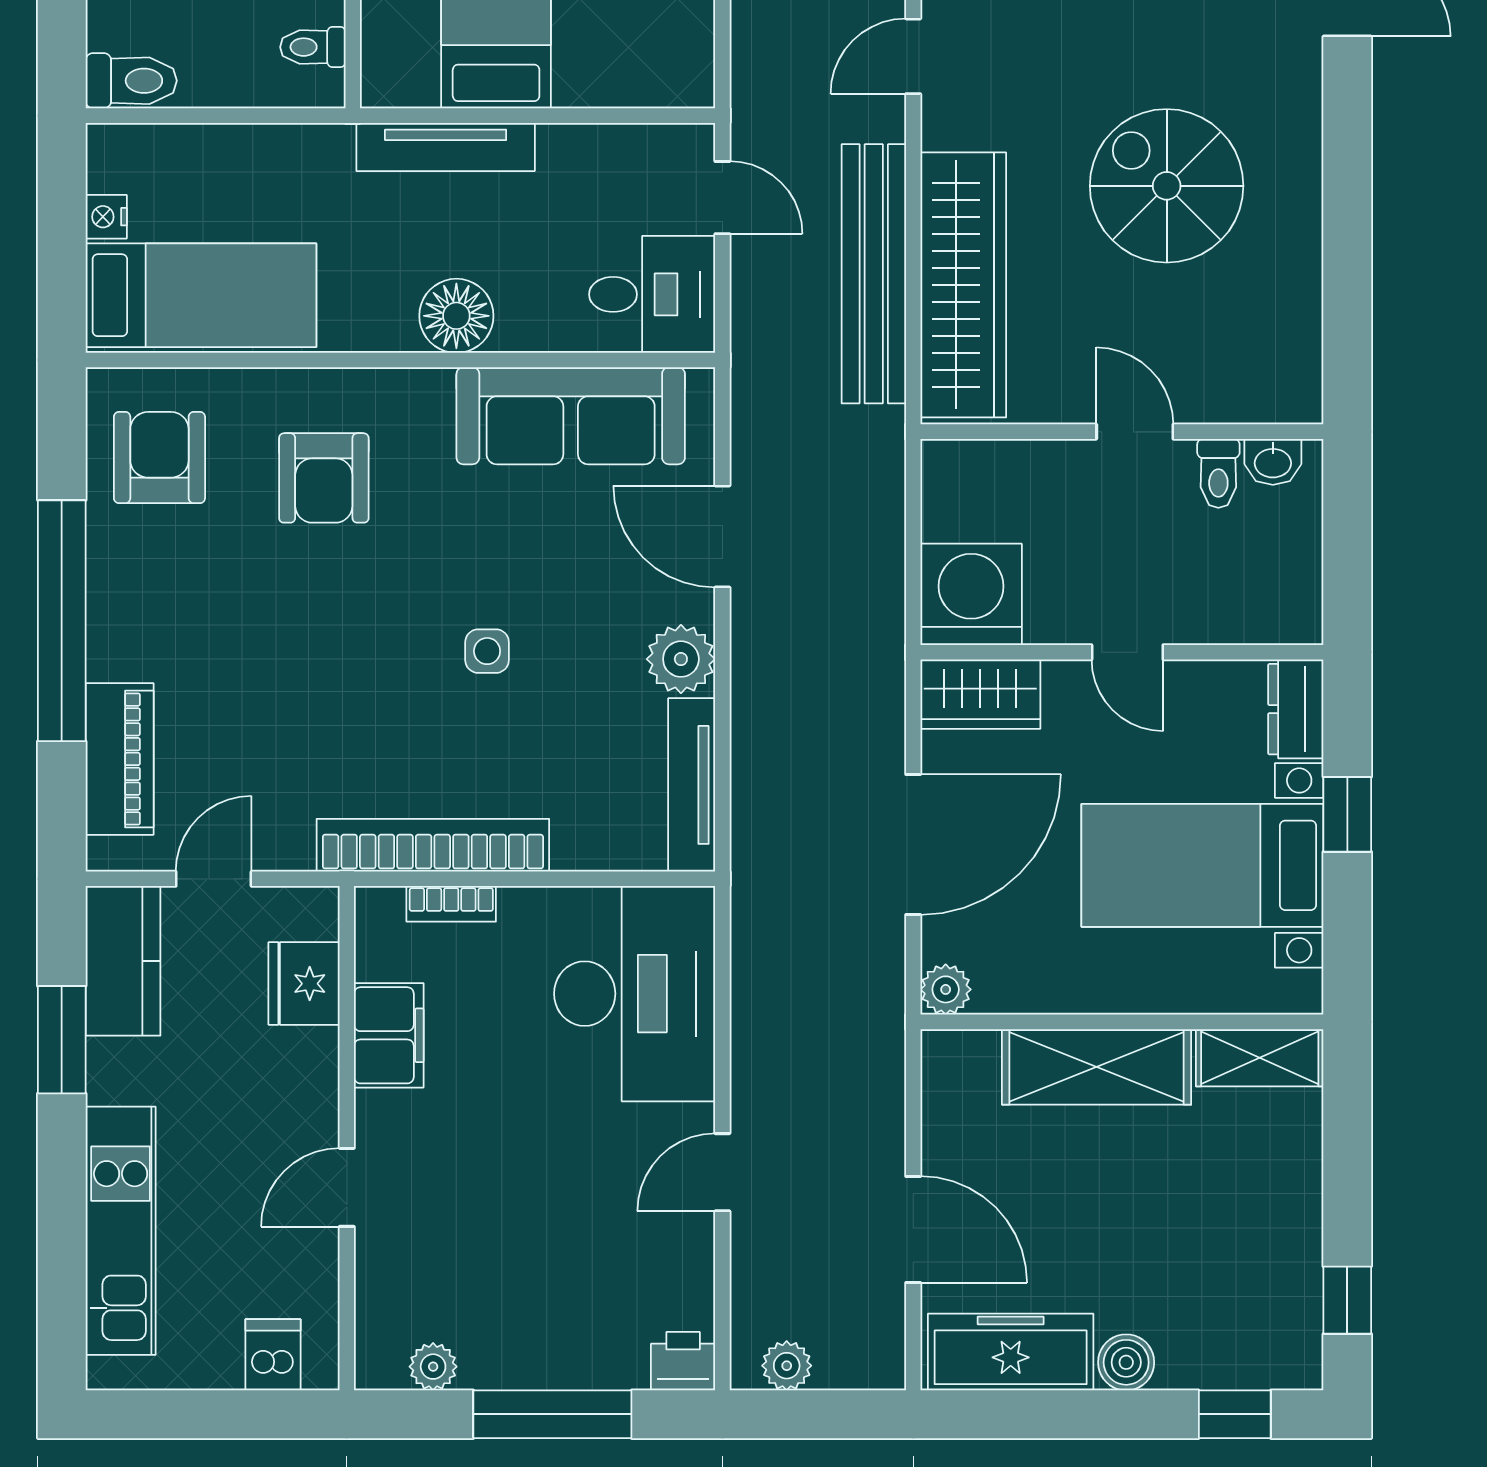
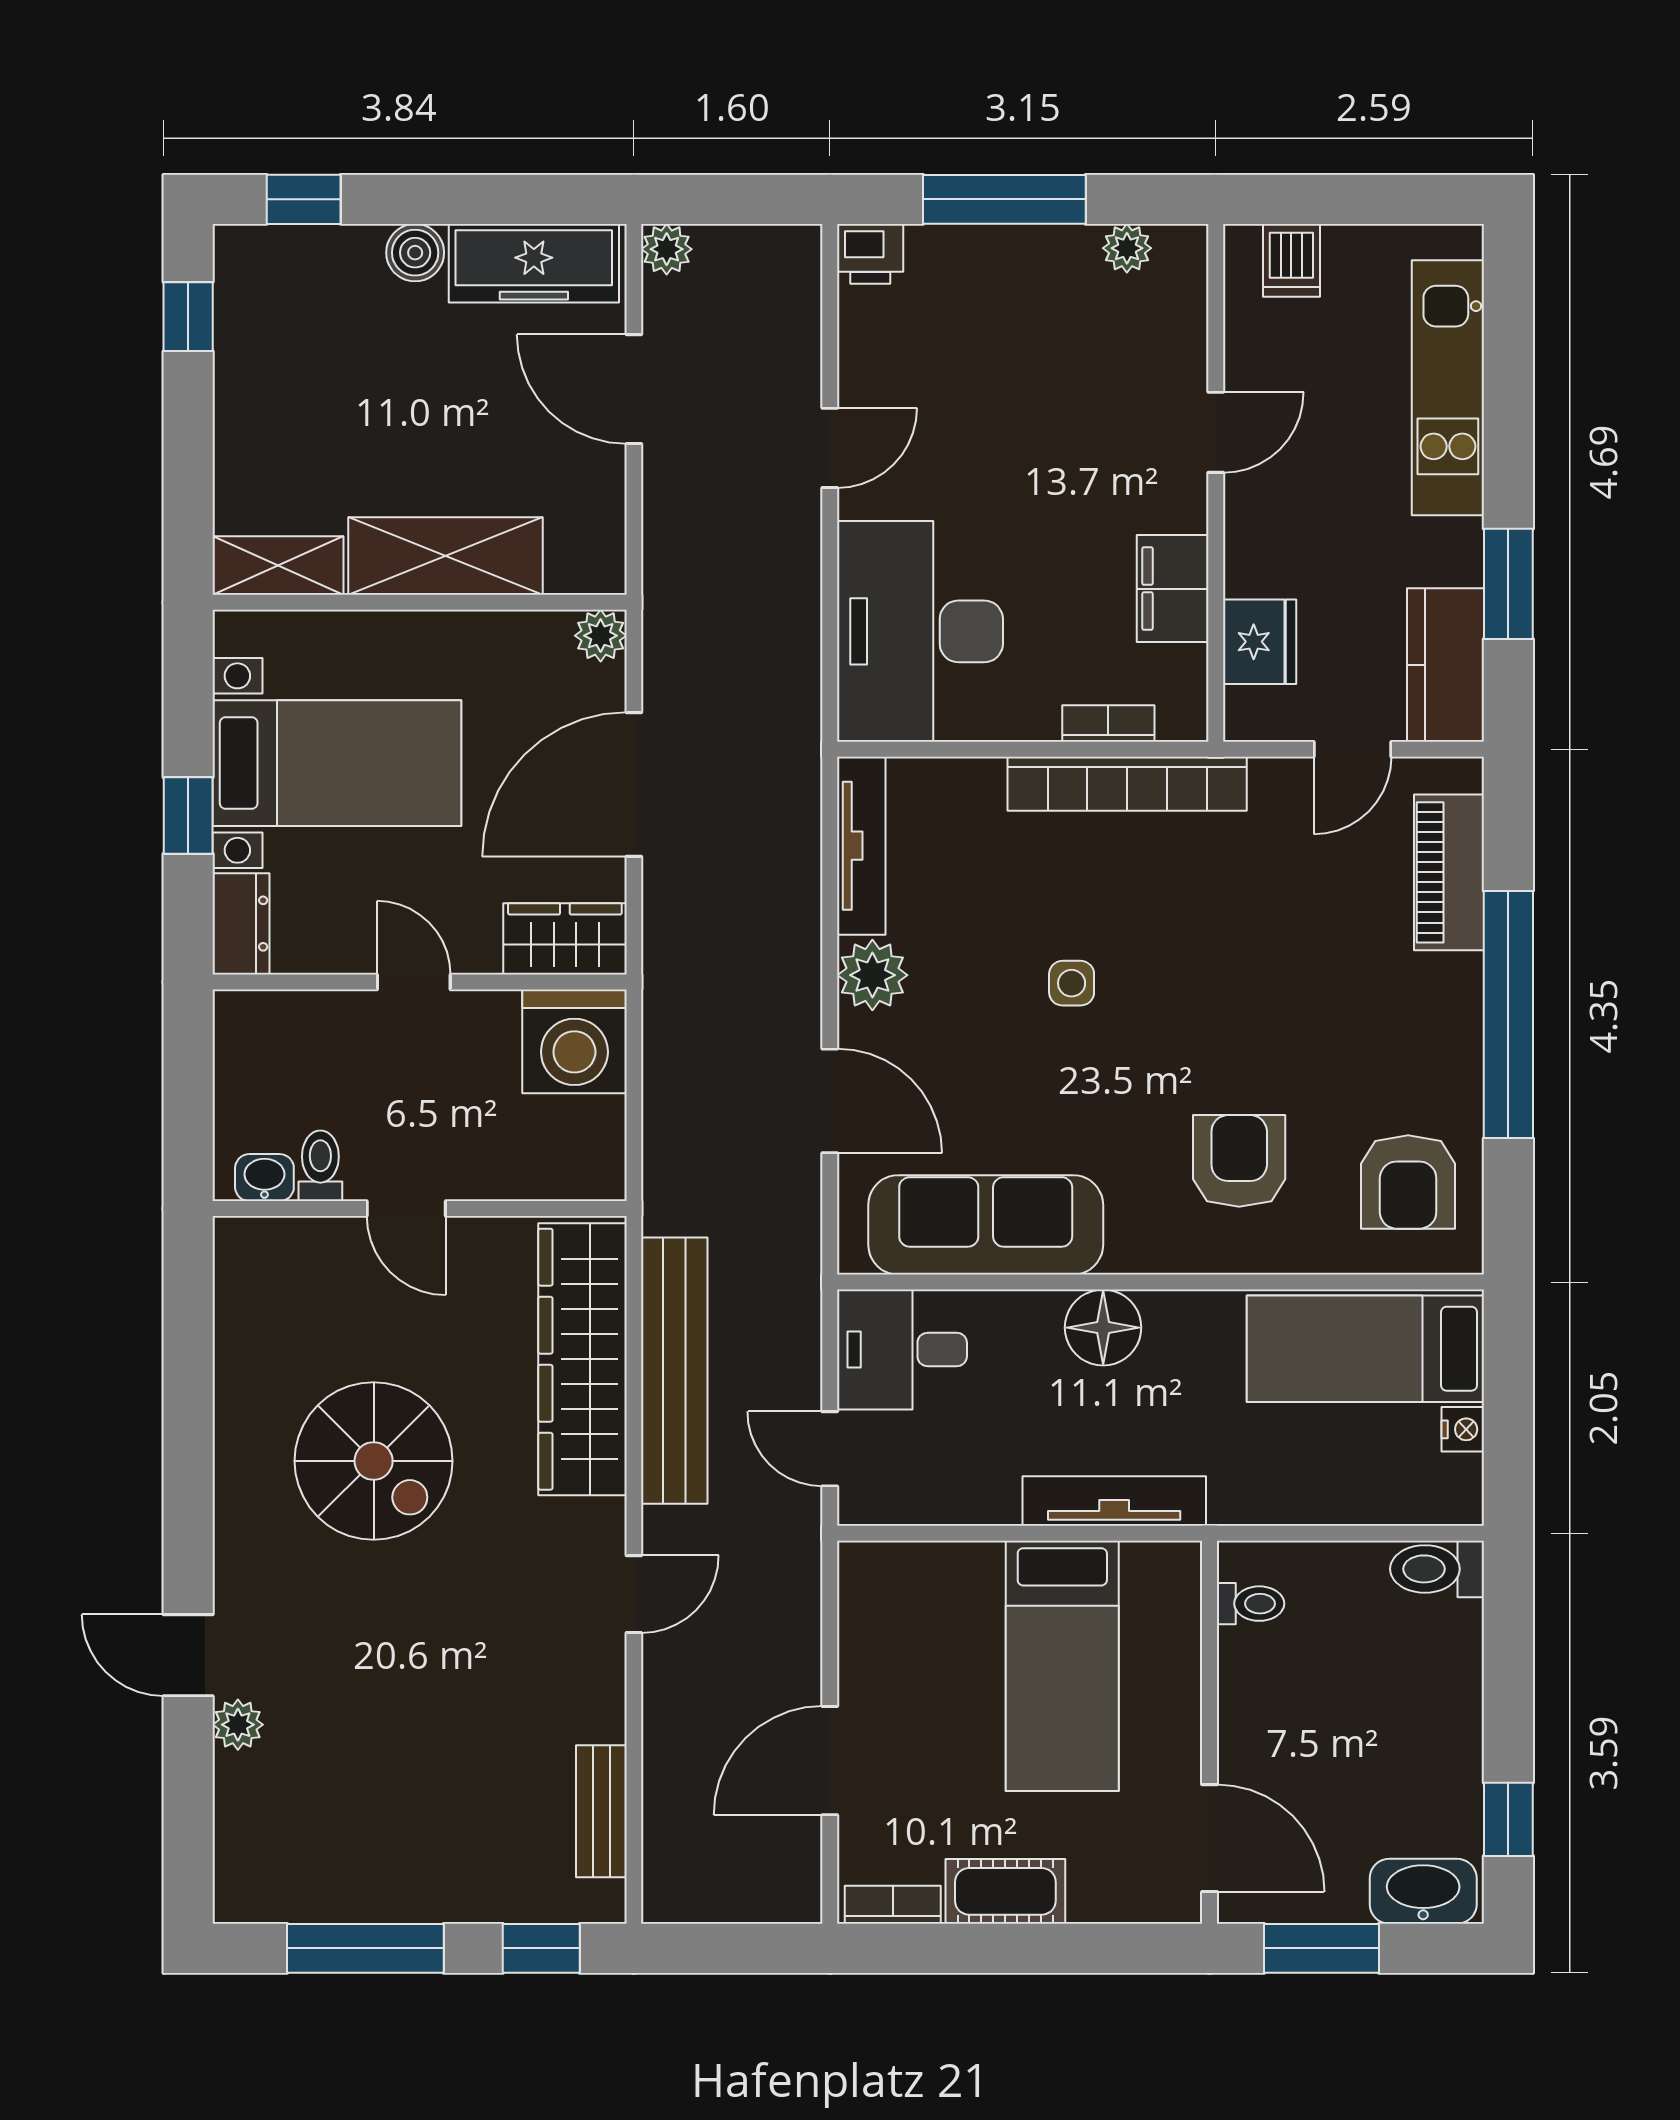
plant: (787, 1366) -> (667, 249), moved

